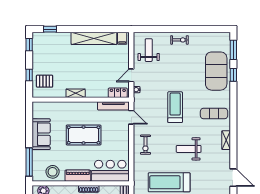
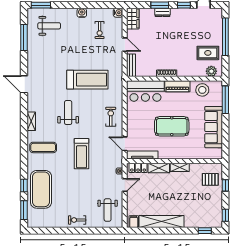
shelving: (97, 93) -> (159, 168), added
sofa: (41, 134) -> (214, 127), width x1.36
weight bench: (189, 149) -> (68, 113), turned -90

